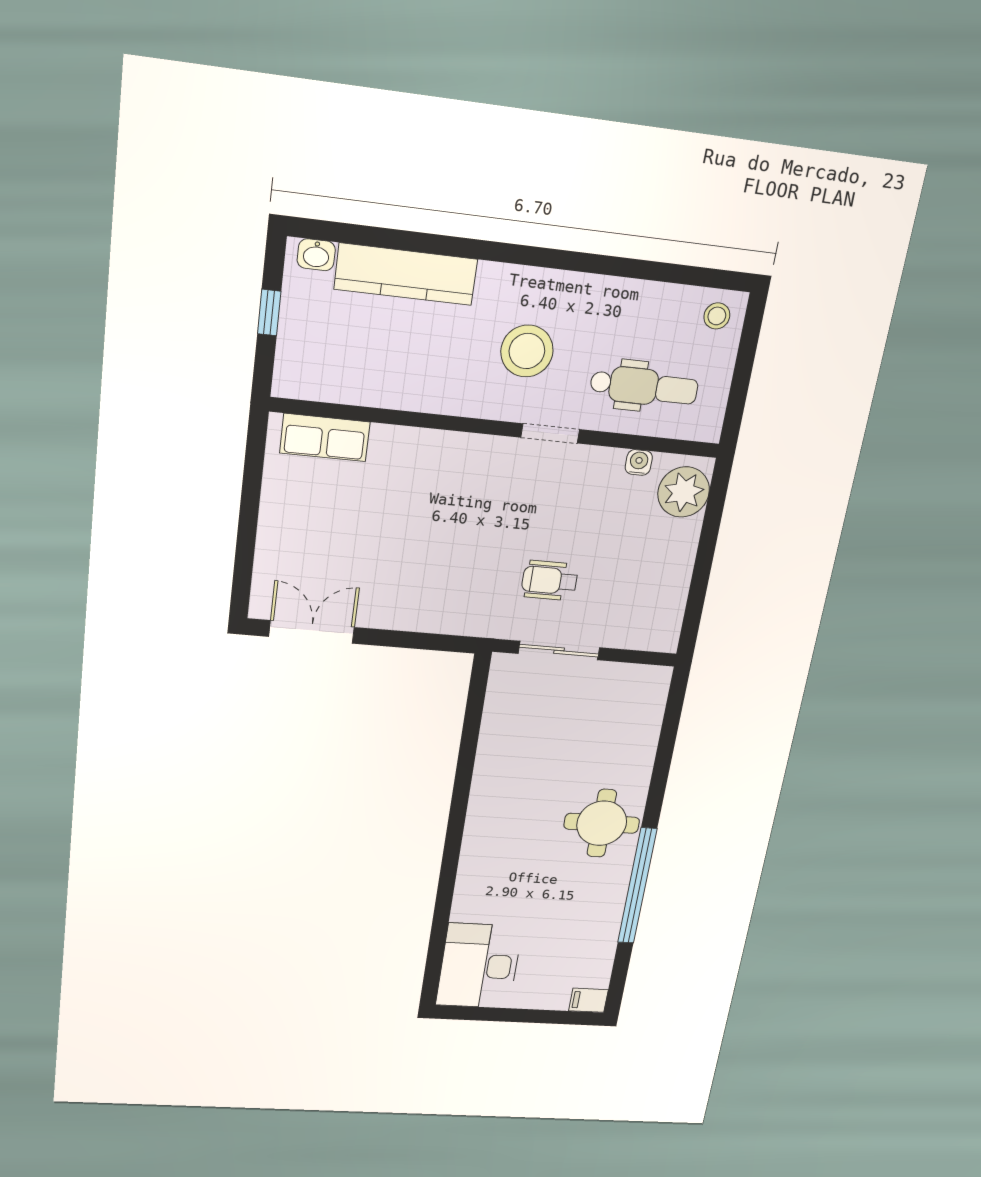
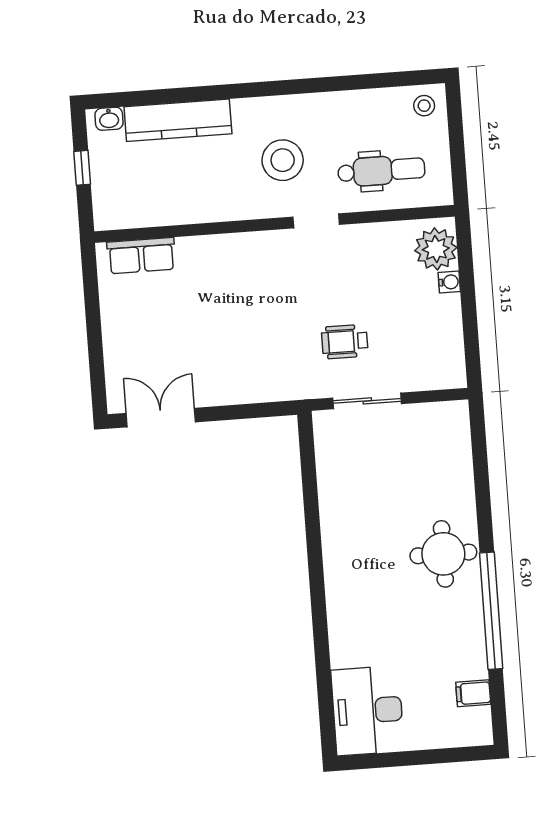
water cooler: (639, 462) -> (449, 282), moved, turned 90
filing cabinet: (588, 1000) -> (473, 693), moved

